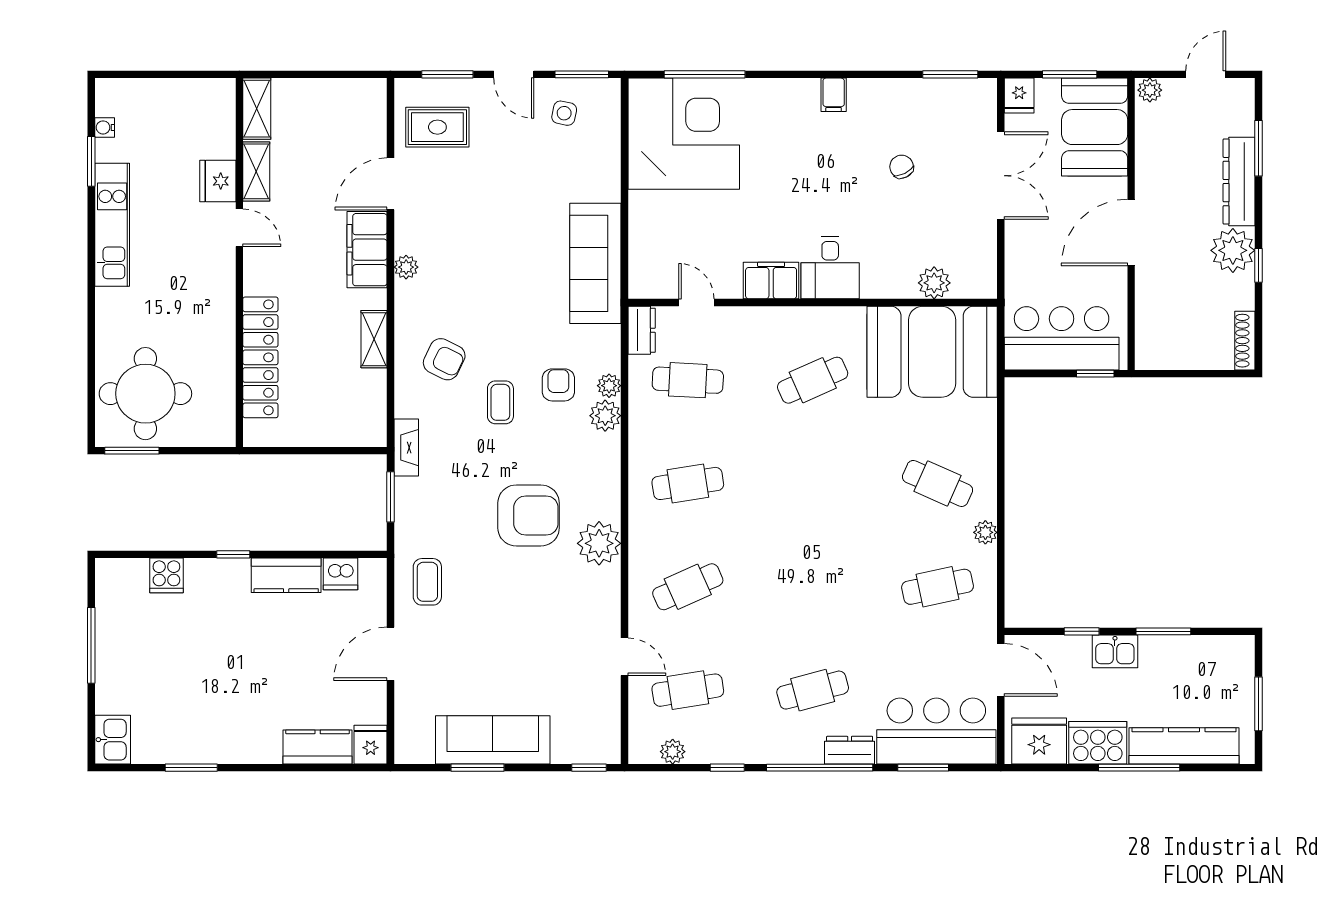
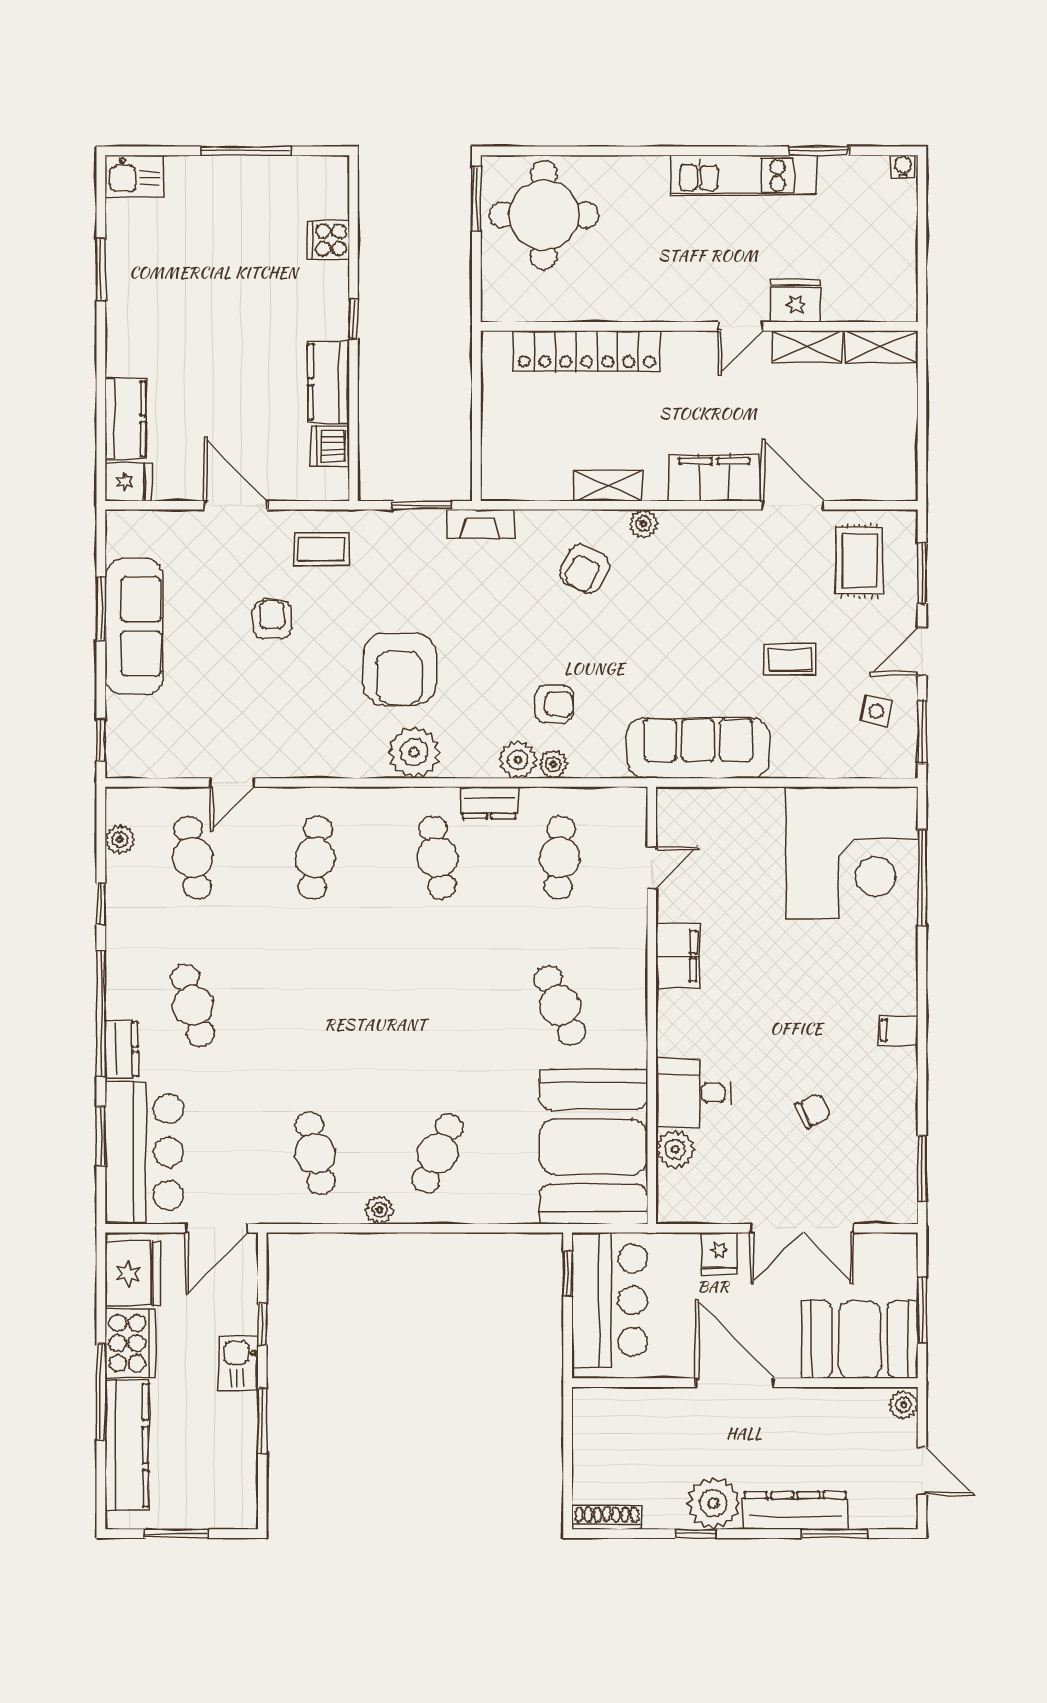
fridge: (1019, 96) -> (719, 1253), moved, turned -90
water cooler: (105, 127) -> (903, 167), moved
plant: (406, 267) -> (643, 524), moved
desk: (830, 268) -> (693, 1093), moved
dresser: (642, 330) -> (489, 803), moved
window: (1095, 374) -> (568, 1273), moved
coffee table: (500, 402) -> (790, 660), moved
plant: (599, 543) -> (414, 752), moved
cafe table: (688, 587) -> (315, 857), turned 30
armchair: (487, 623) -> (272, 619), added

